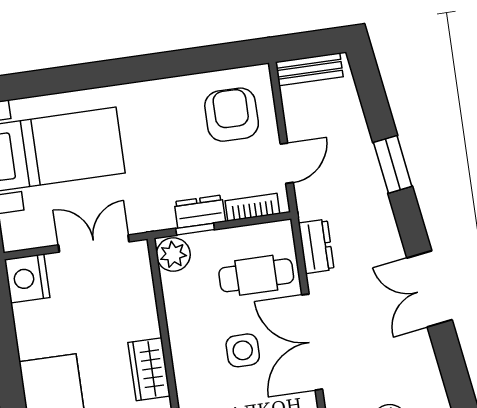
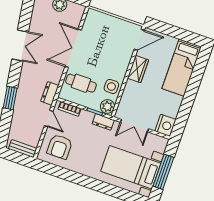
door: (287, 163) -> (49, 118), swing flipped
dresser: (200, 212) -> (103, 122), moved
dresser: (316, 246) -> (50, 93), moved
double door: (312, 342) -> (73, 48), swing flipped
side table: (243, 350) -> (111, 86), moved

